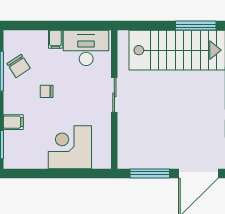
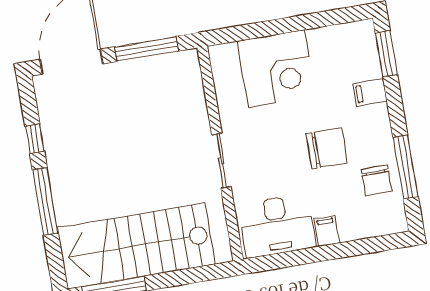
chair: (19, 66) -> (376, 180), turned -147
chair: (47, 91) -> (327, 148), width x1.87, depth x1.87

